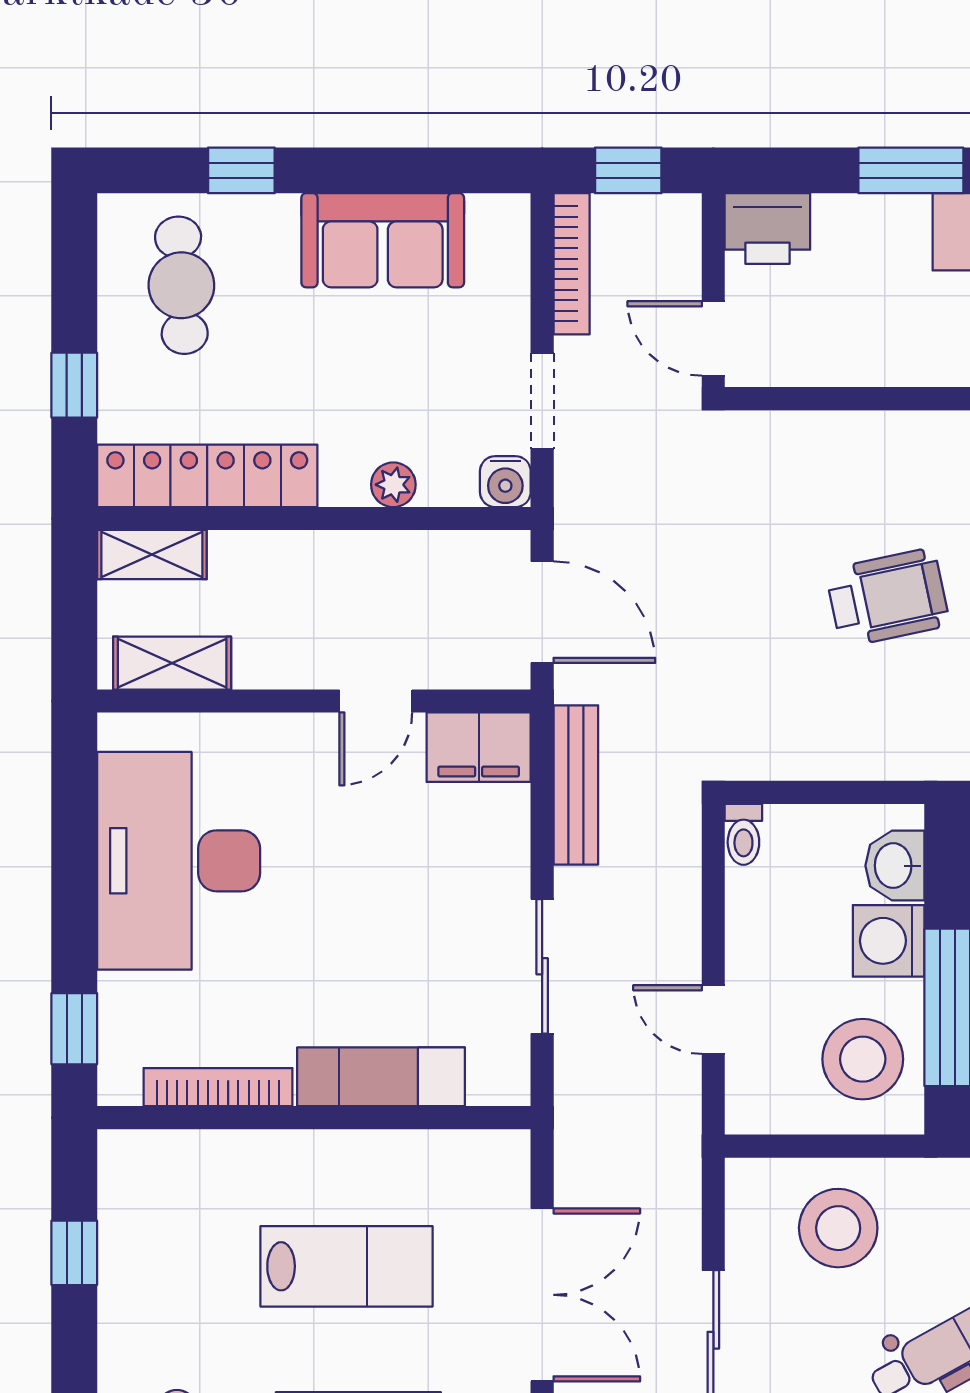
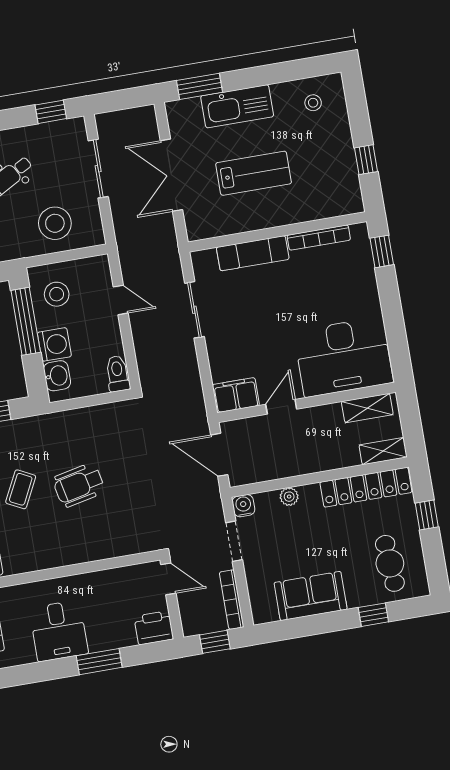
bench: (576, 785) -> (193, 386), removed
toilet: (743, 834) -> (118, 374), width x1.37, depth x1.39
desk: (179, 861) -> (343, 357), moved, turned 90
stool: (863, 1059) -> (57, 294), width x0.73, depth x0.73
lab bench: (346, 1266) -> (254, 173), turned 180

